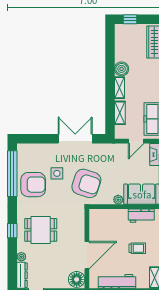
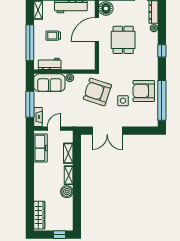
dining table: (41, 230) -> (123, 40), moved, turned 90

